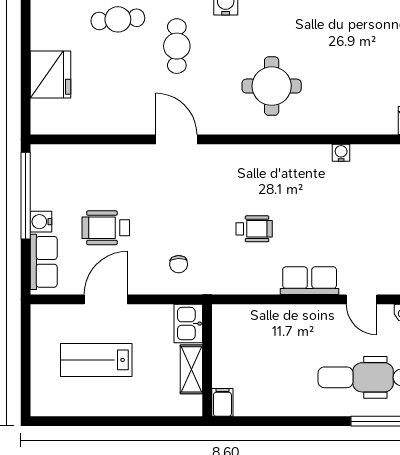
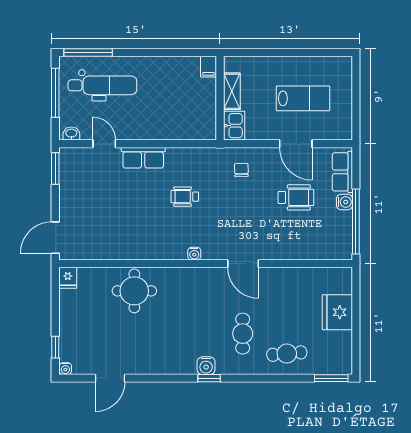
round table: (272, 86) -> (134, 291), moved
water cooler: (341, 153) -> (194, 254), moved
door: (106, 299) -> (296, 144), hinge flipped

